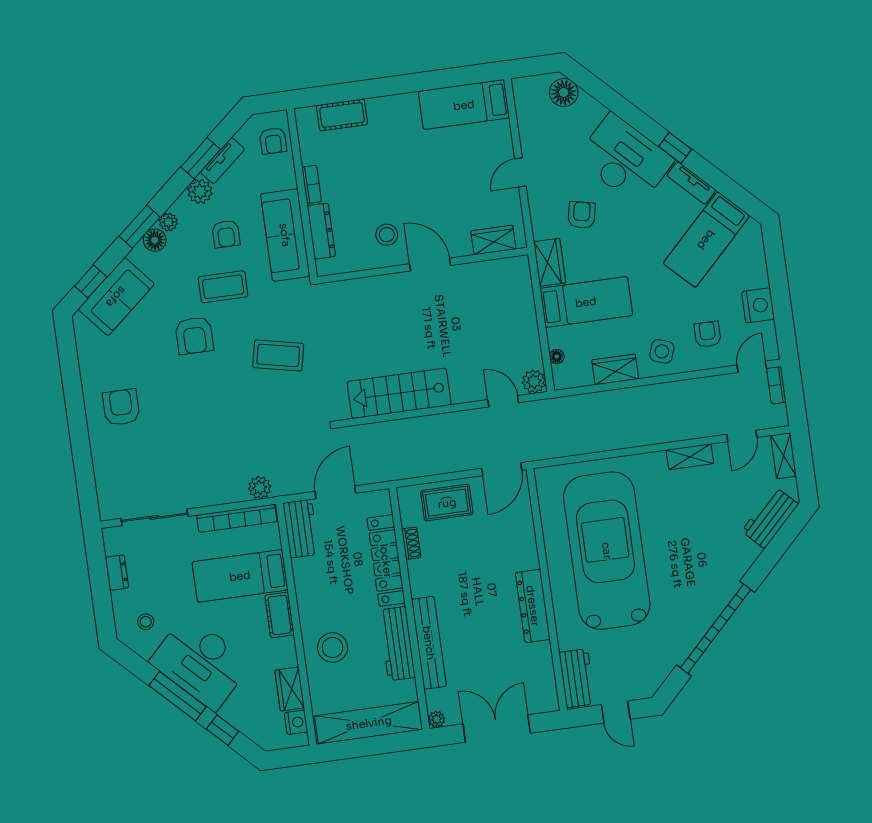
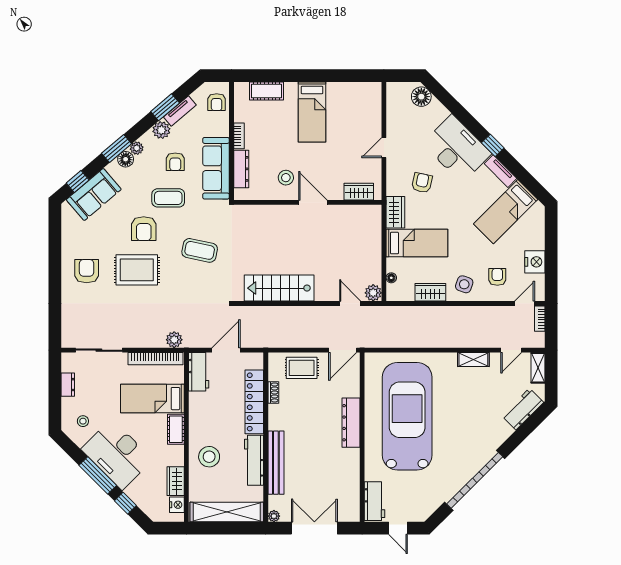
bed: (464, 105) -> (312, 112), moved, turned -90
rug: (192, 395) -> (137, 270), added
dresser: (533, 606) -> (351, 423), moved

